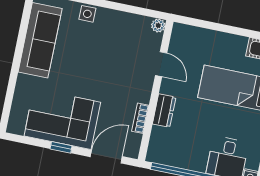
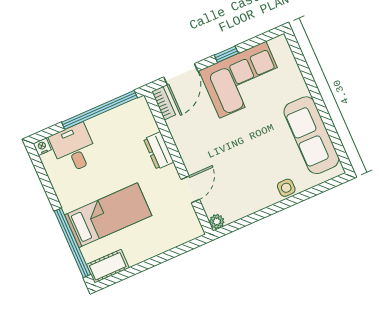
door: (161, 64) -> (190, 189), swing flipped
bookcase: (140, 118) -> (164, 103), moved

